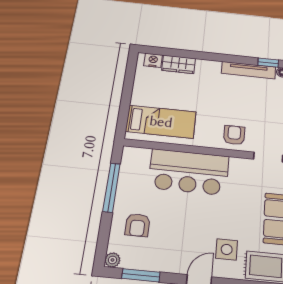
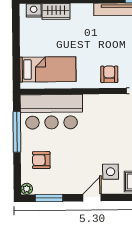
bar counter: (189, 172) -> (51, 112), moved
armchair: (138, 225) -> (41, 160), turned 90

